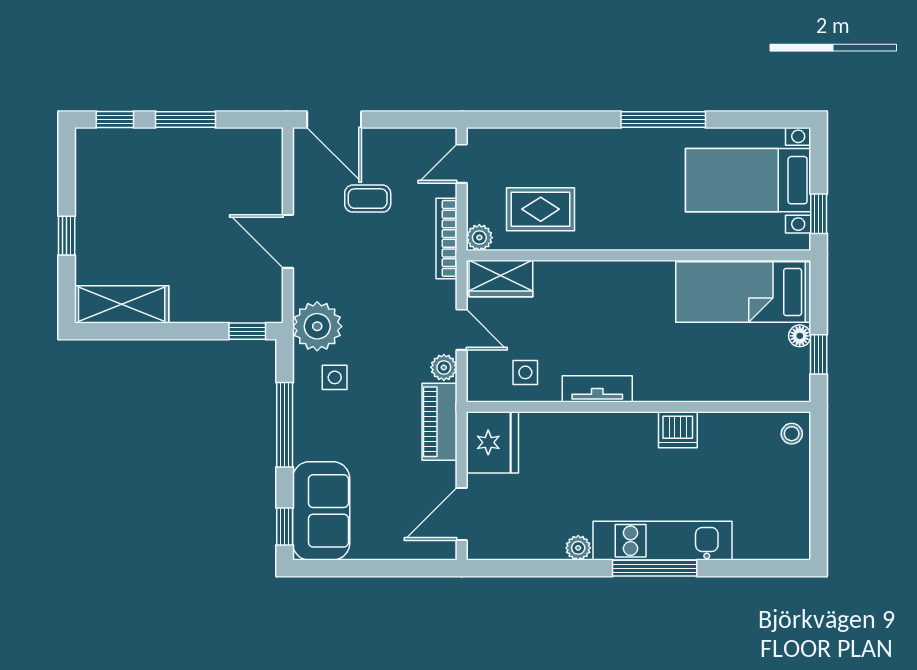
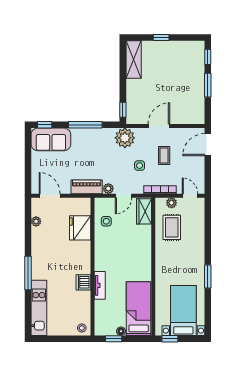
window: (663, 119) -> (208, 276), width x0.69
coffee table: (368, 199) -> (164, 156), moved
plant: (479, 238) -> (172, 203), moved
side table: (335, 377) -> (140, 166), moved
tv unit: (597, 389) -> (100, 285), moved
fridge: (492, 442) -> (80, 228), moved, turned 90
kitchen unit: (662, 541) -> (39, 308), moved
plant: (578, 548) -> (36, 221), moved

